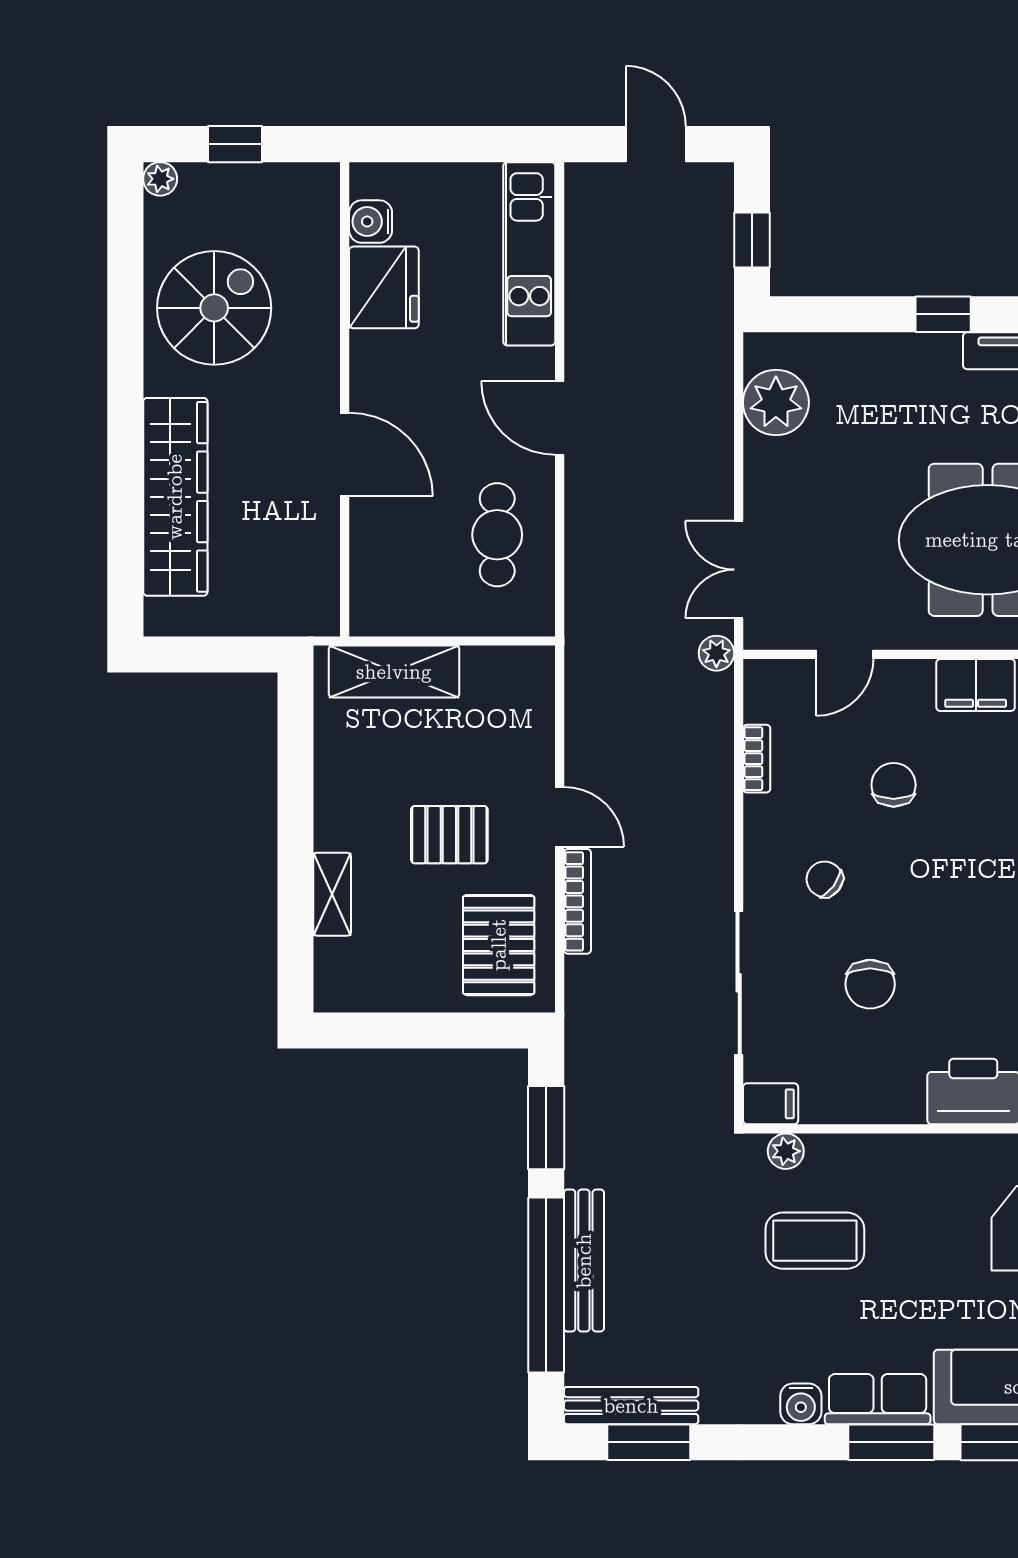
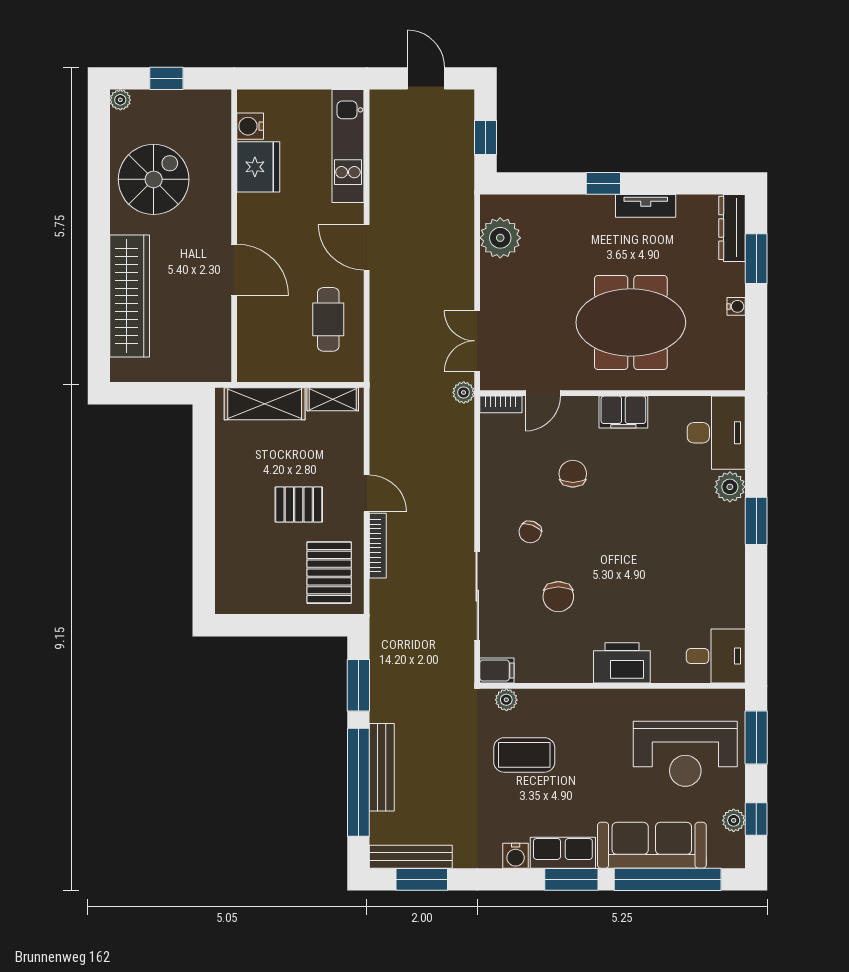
bookcase: (757, 759) -> (501, 404), moved, turned 90
chair: (825, 879) -> (530, 532), turned -106
shelving: (332, 894) -> (333, 399), moved, turned 90

